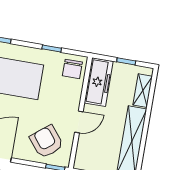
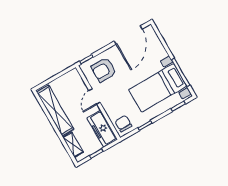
armchair: (47, 142) -> (104, 70), turned 129

